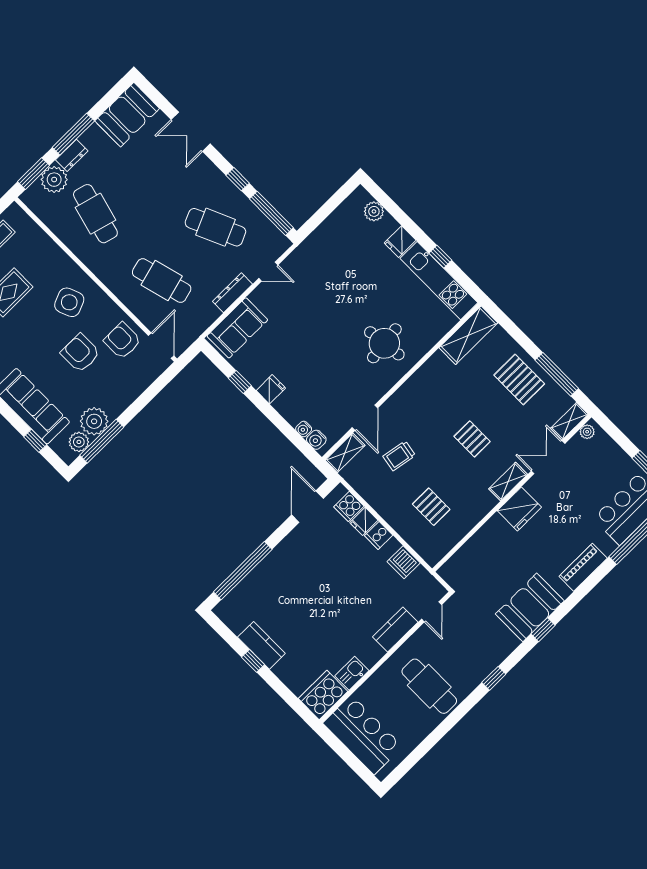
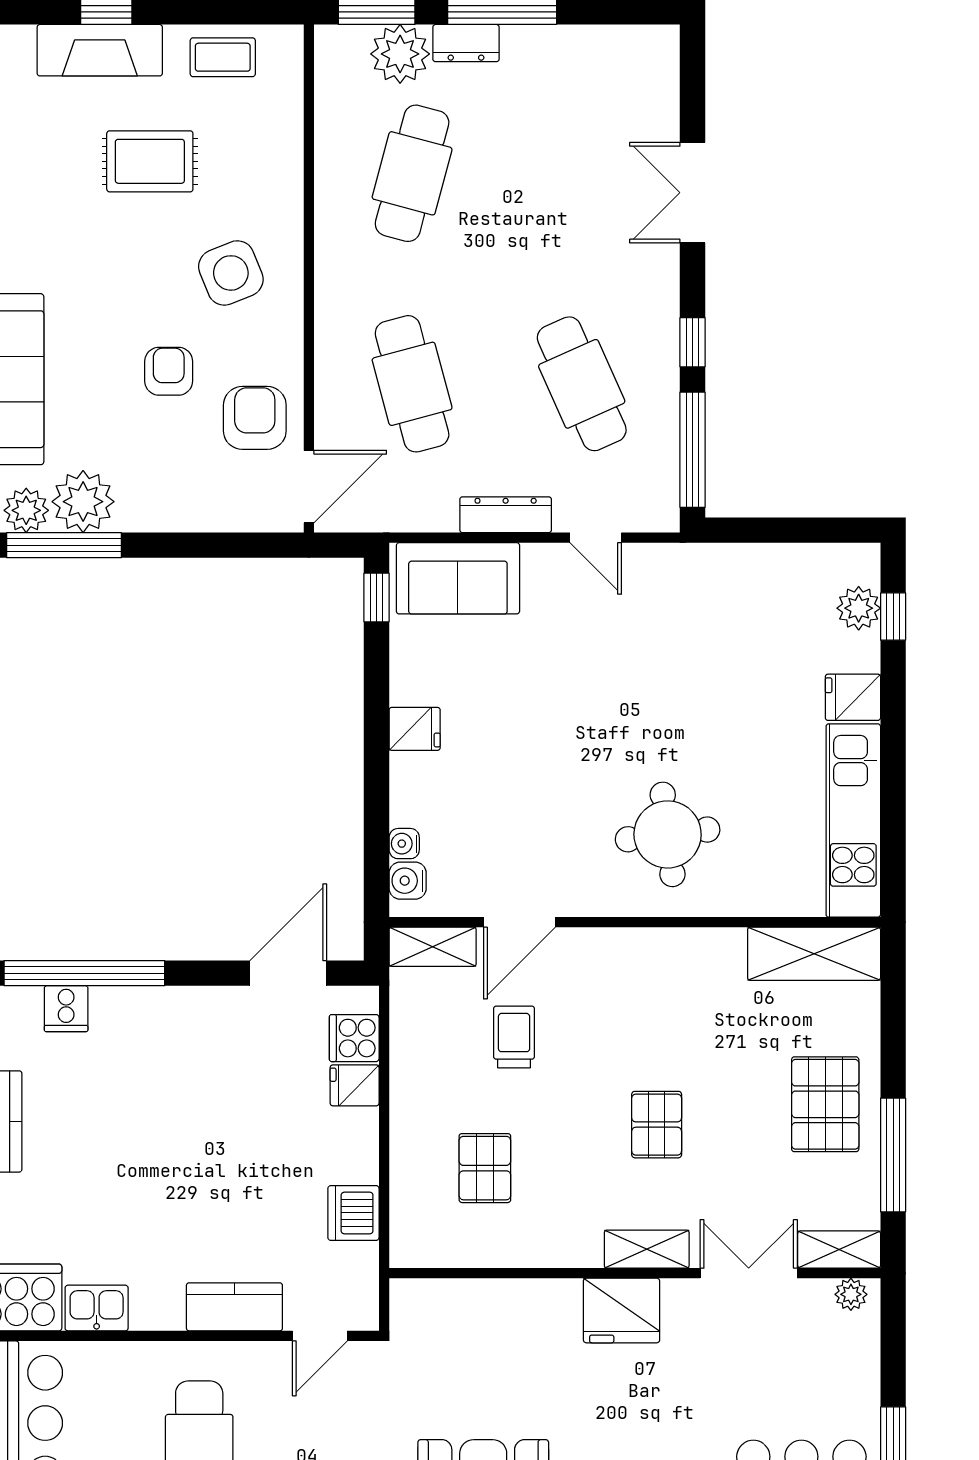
booth: (127, 115) -> (618, 66), removed
window: (440, 257) -> (893, 617), moved
armchair: (80, 353) -> (169, 371), width x0.72, depth x0.72
window: (240, 382) -> (377, 597), moved
trolley: (399, 456) -> (514, 1037), turned 80
cooker: (379, 535) -> (66, 1009), moved, turned -90

